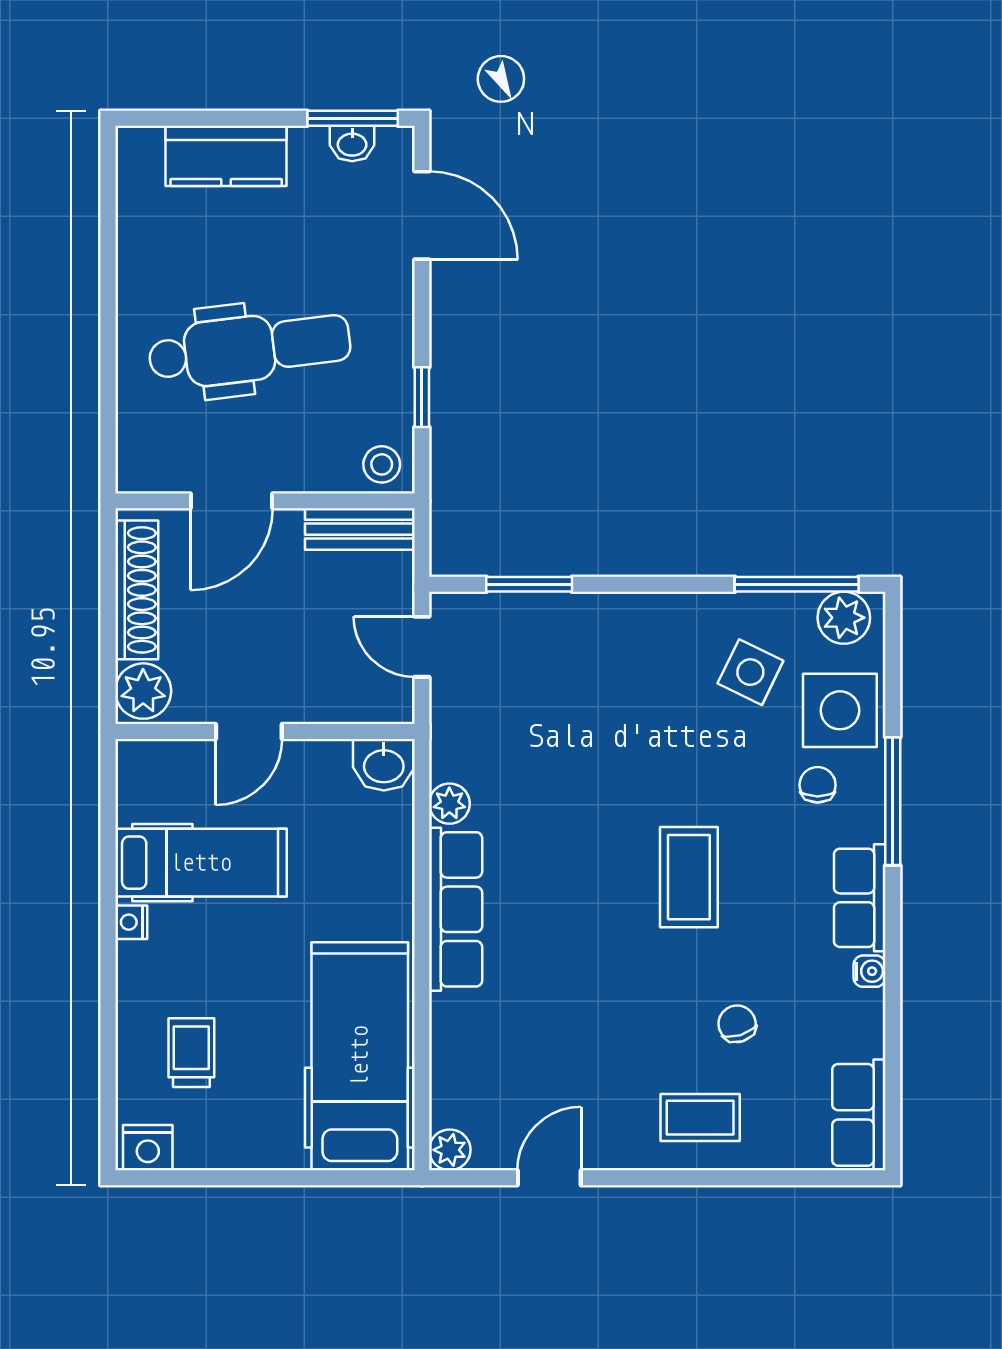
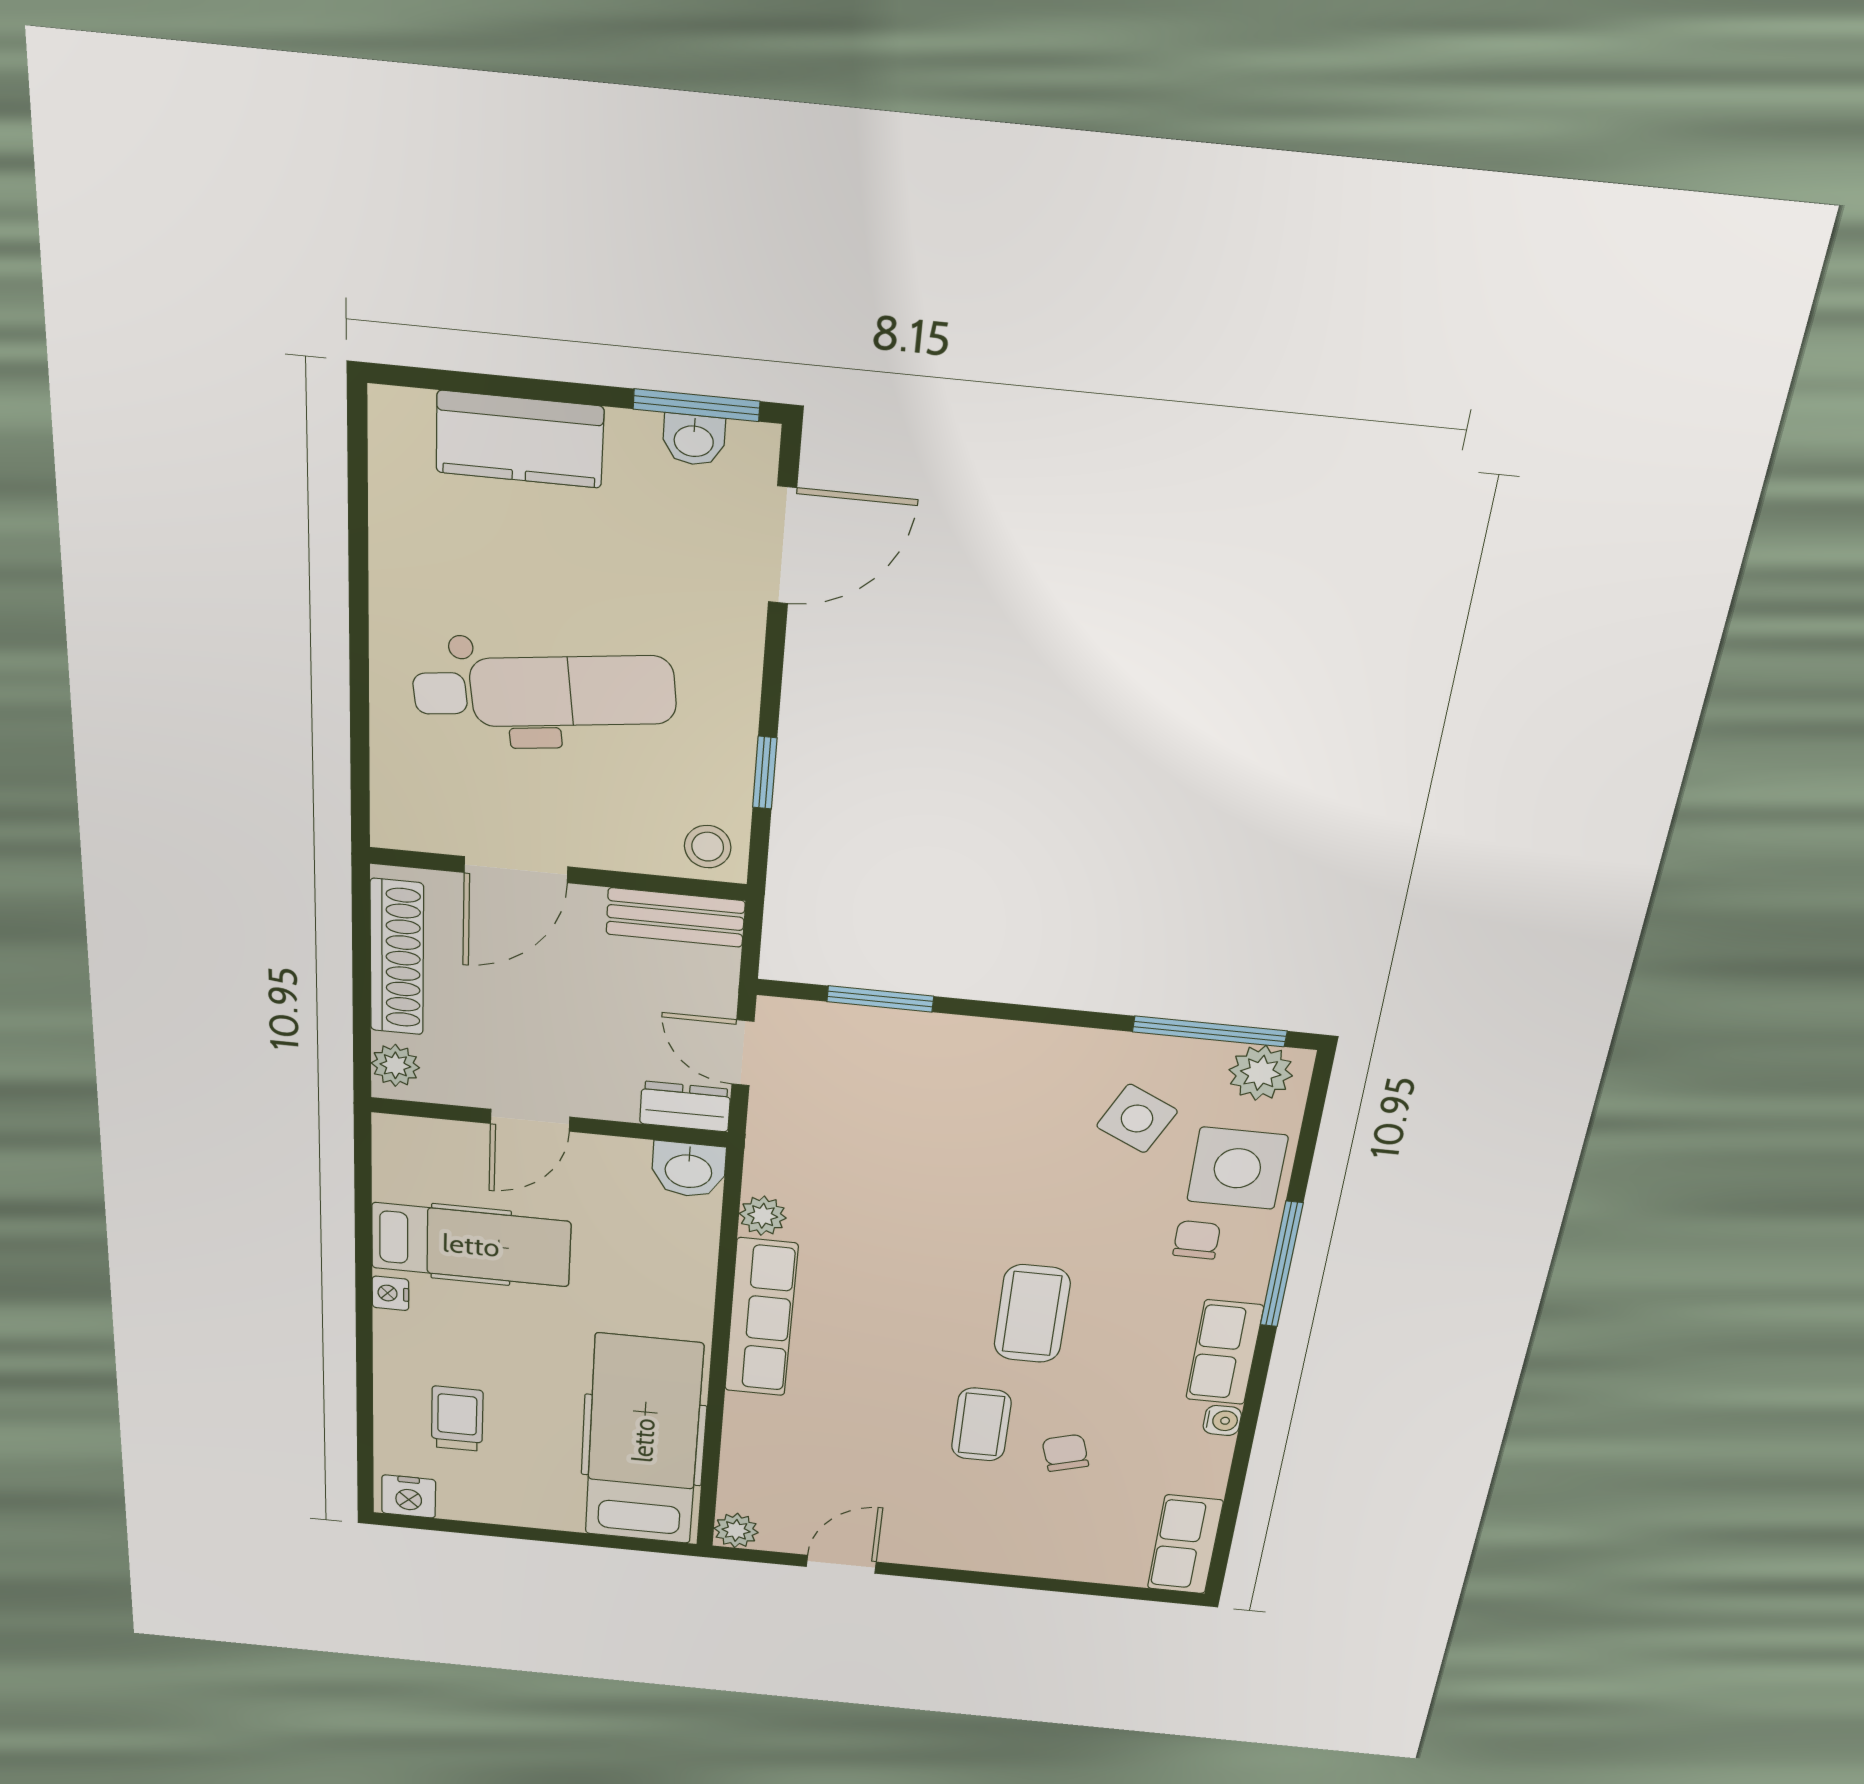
door: (422, 215) -> (783, 545), hinge flipped
plant: (143, 691) -> (395, 1065), width x0.73, depth x0.73
dresser: (377, 703) -> (685, 1106), added
coffee table: (700, 1118) -> (981, 1425), moved, turned 90

